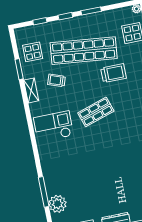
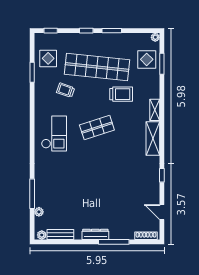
window: (40, 21) -> (51, 31), moved
shelving: (31, 90) -> (39, 95), removed
checkout: (54, 126) -> (54, 133), turned 90
plant: (58, 204) -> (39, 212), width x0.53, depth x0.53

